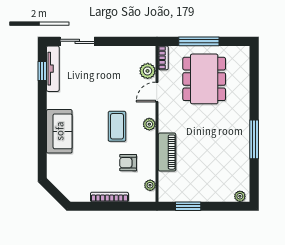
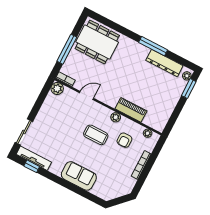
plant: (148, 71) -> (57, 88), moved
dining table: (204, 79) -> (97, 42), moved
door: (157, 92) -> (87, 96), swing flipped
plant: (149, 124) -> (116, 117), moved
dresser: (241, 163) -> (164, 63), added
window: (188, 206) -> (189, 89), moved

